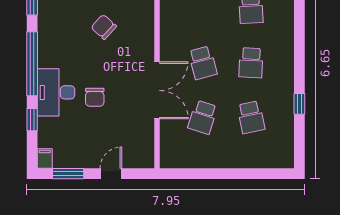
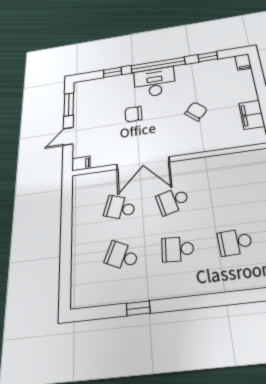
desk: (56, 92) -> (155, 82), moved
school desk: (251, 117) -> (122, 256), turned 36
filing cabinet: (45, 158) -> (81, 163), moved
door: (111, 174) -> (68, 136), swing flipped

